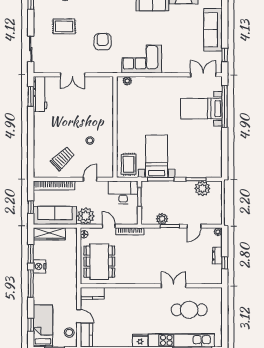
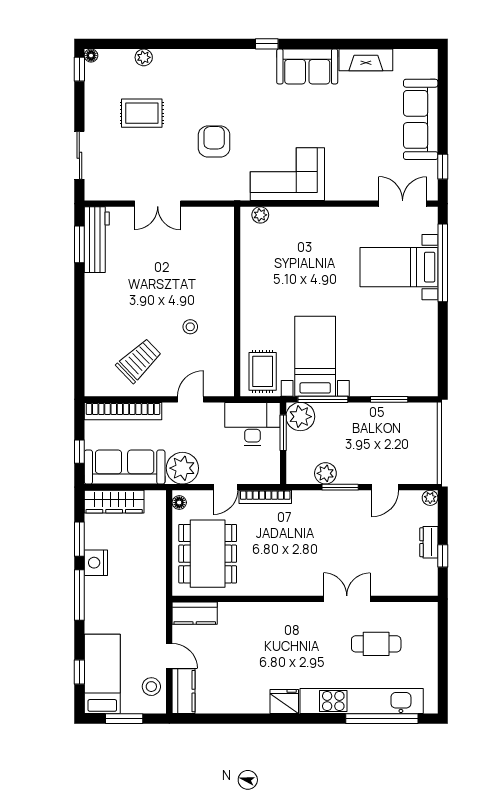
plant: (202, 188) -> (300, 417), moved
door: (109, 226) -> (226, 487), swing flipped
cafe table: (189, 310) -> (376, 644), width x0.73, depth x0.74

